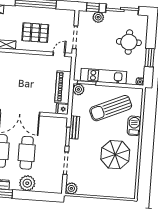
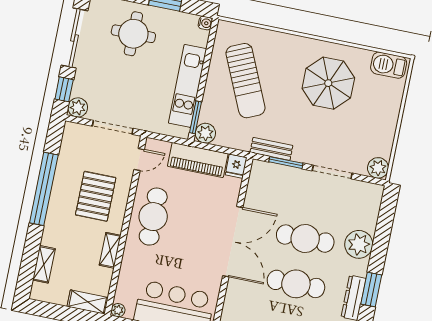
plant: (98, 17) -> (78, 107), moved
door: (59, 54) -> (139, 159), swing flipped
cafe table: (28, 66) -> (153, 217), added
barbecue: (134, 126) -> (389, 65), moved

